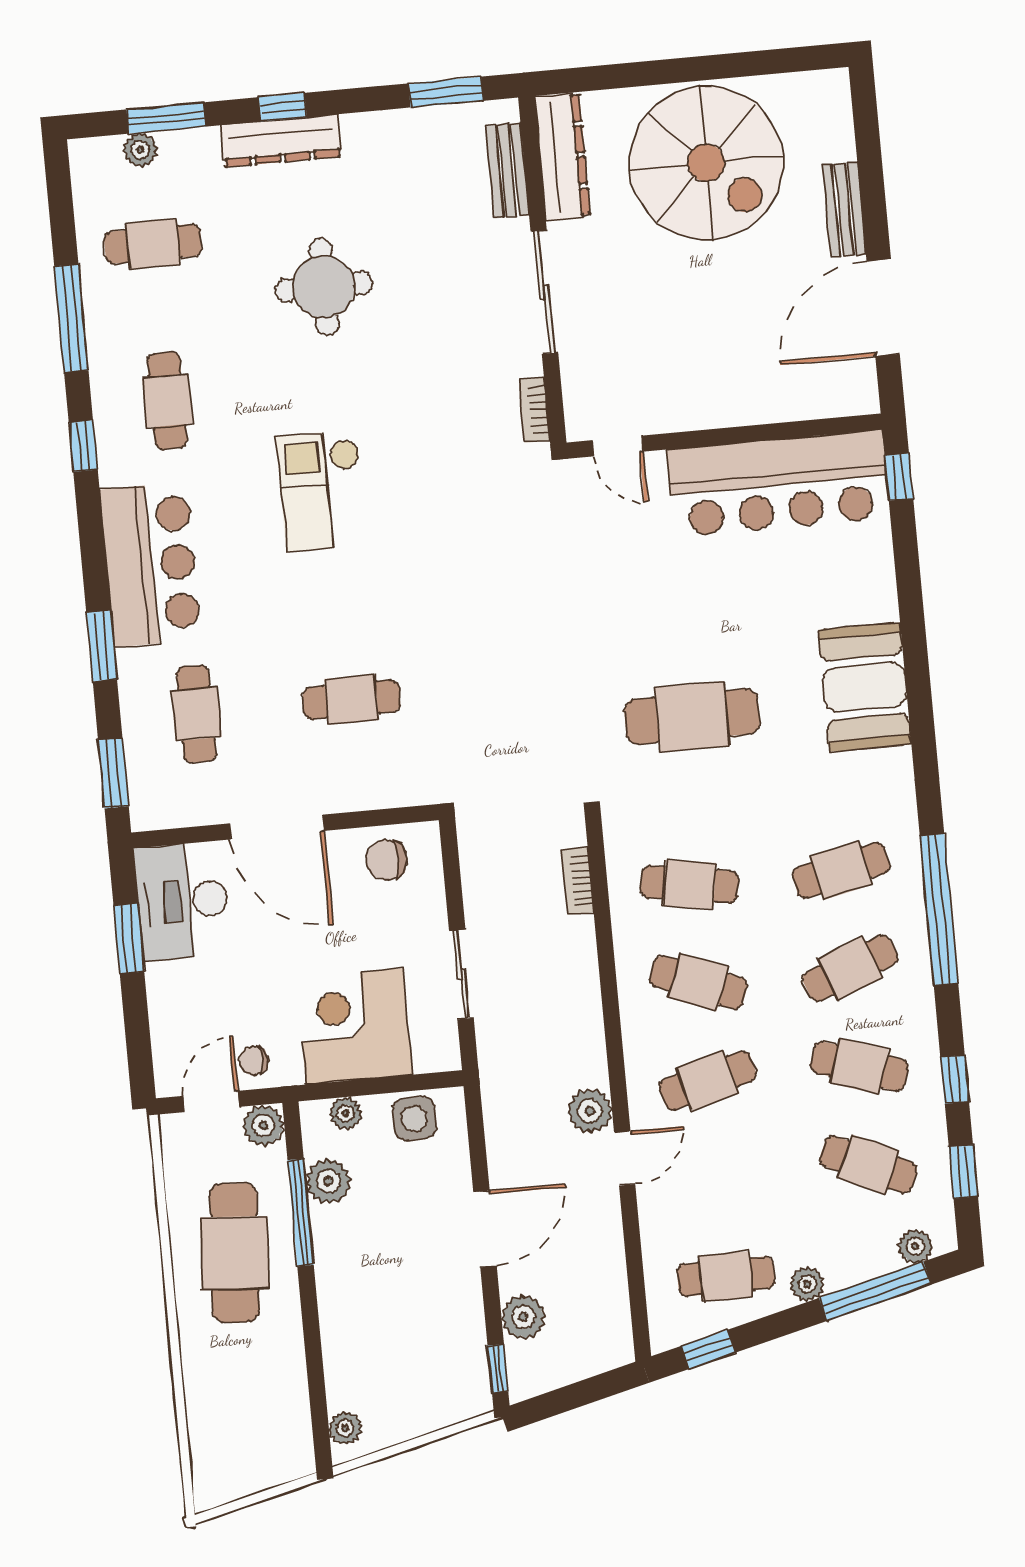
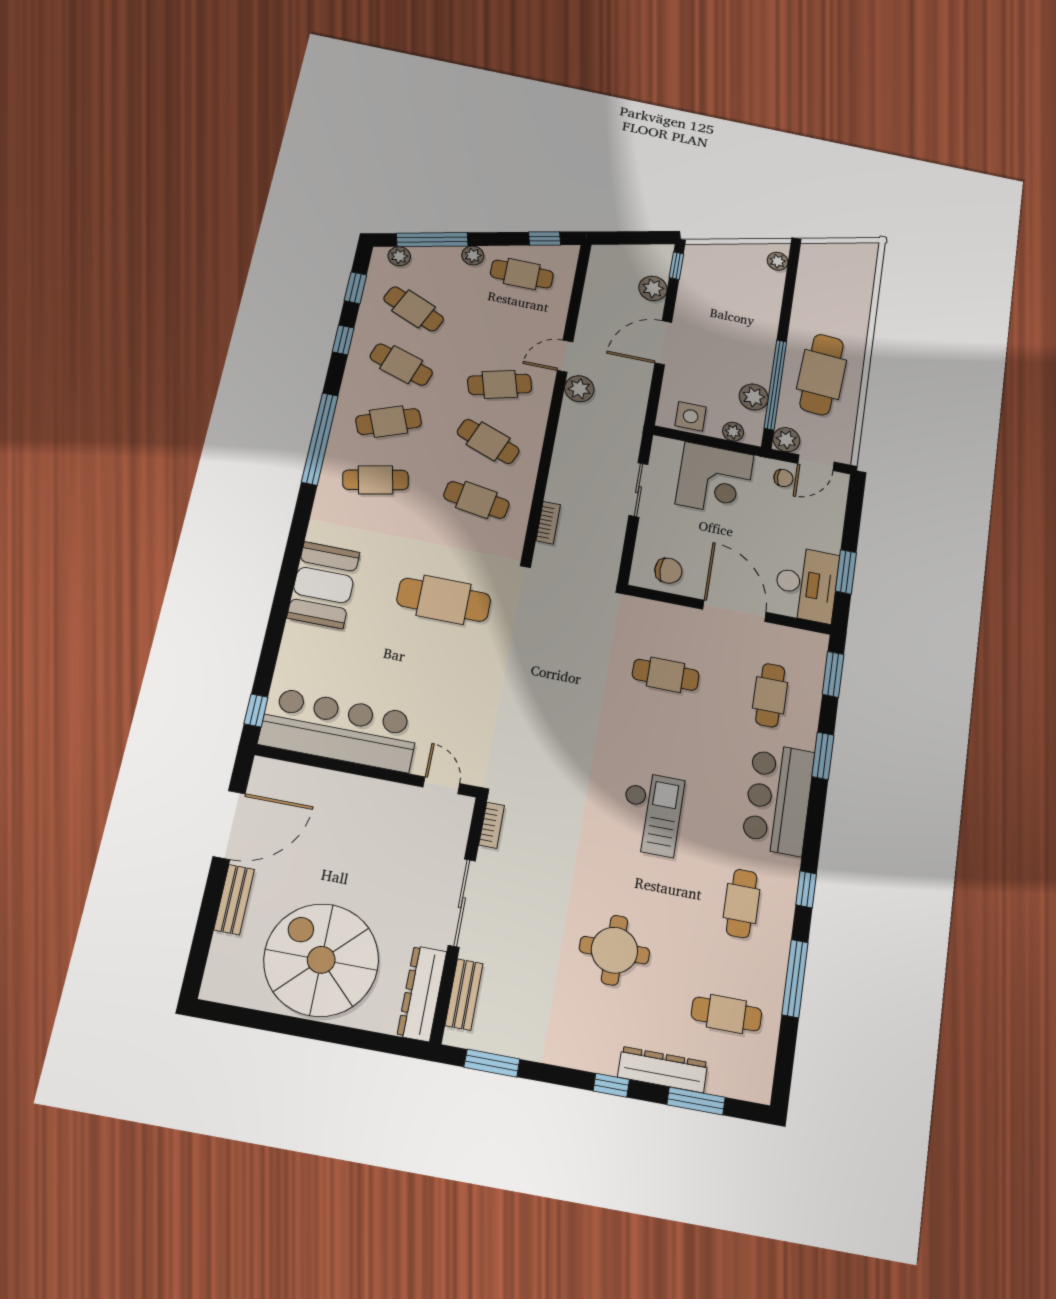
dresser: (281, 141) -> (663, 1070), moved
plant: (140, 150) -> (720, 1083), removed
window: (301, 1212) -> (775, 385), width x1.46

